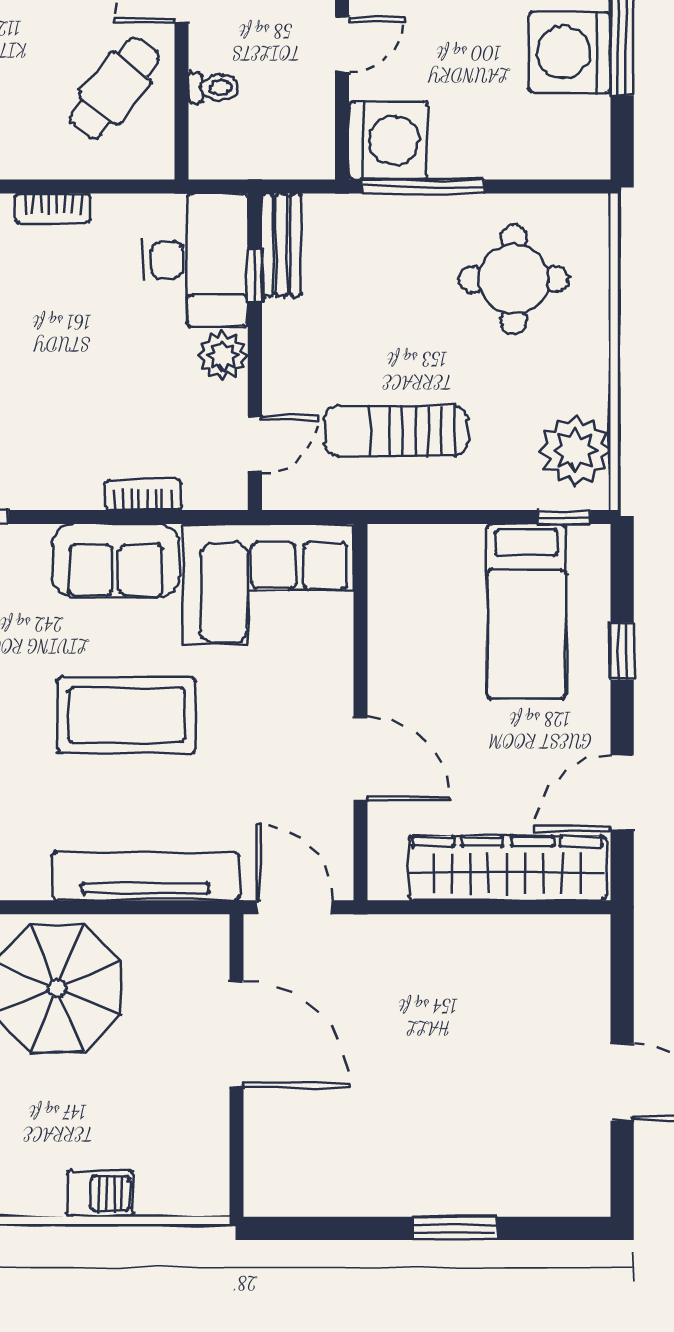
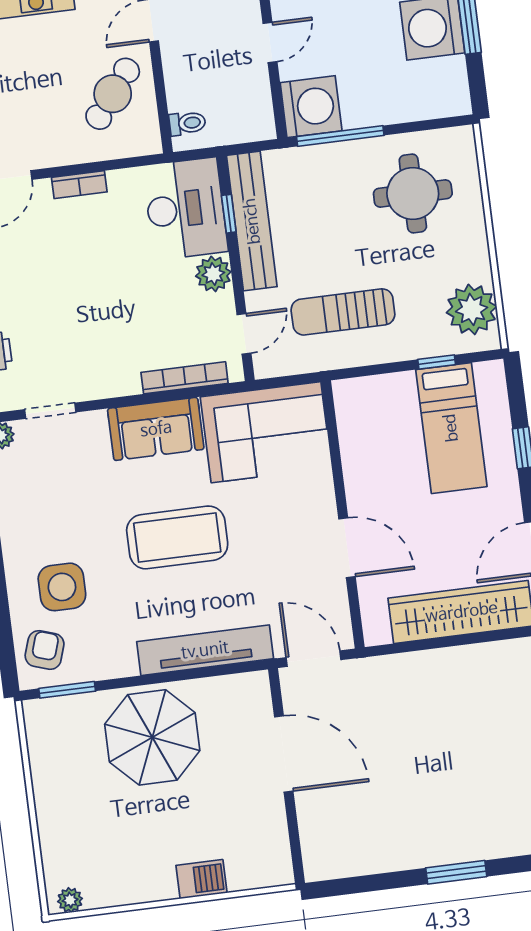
toilet: (213, 88) -> (187, 123), moved
bench: (281, 245) -> (252, 221), width x1.86, depth x1.21
bookcase: (143, 495) -> (185, 378), width x1.56
window: (564, 517) -> (437, 362), moved

